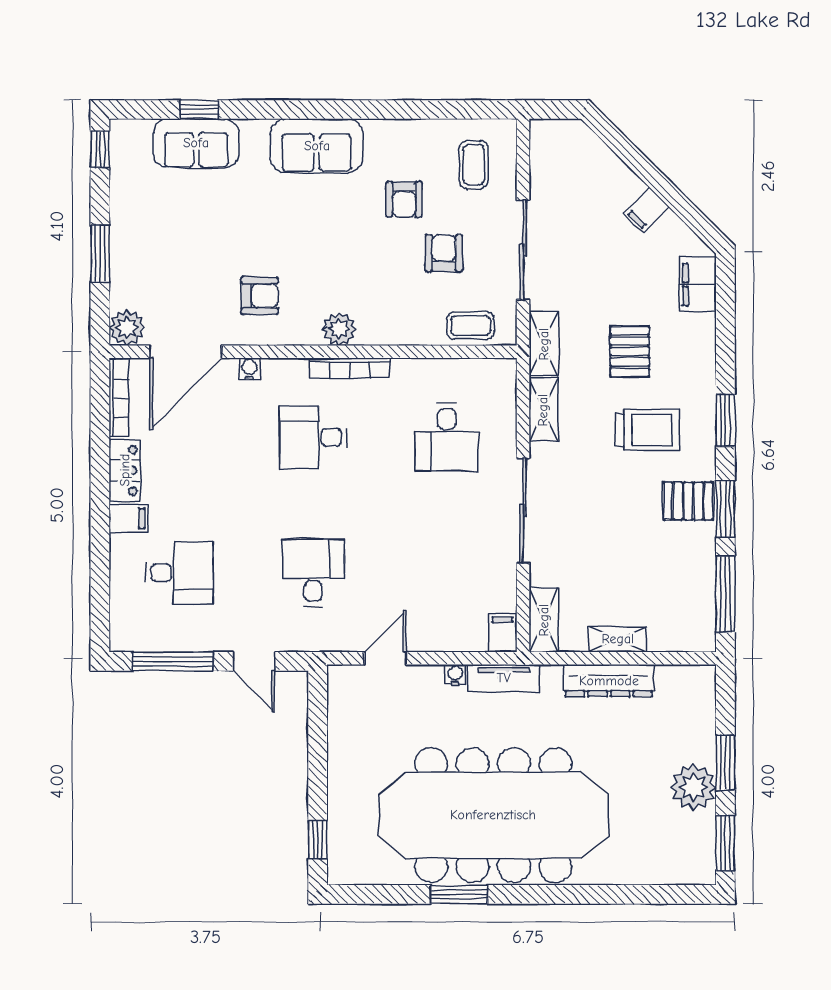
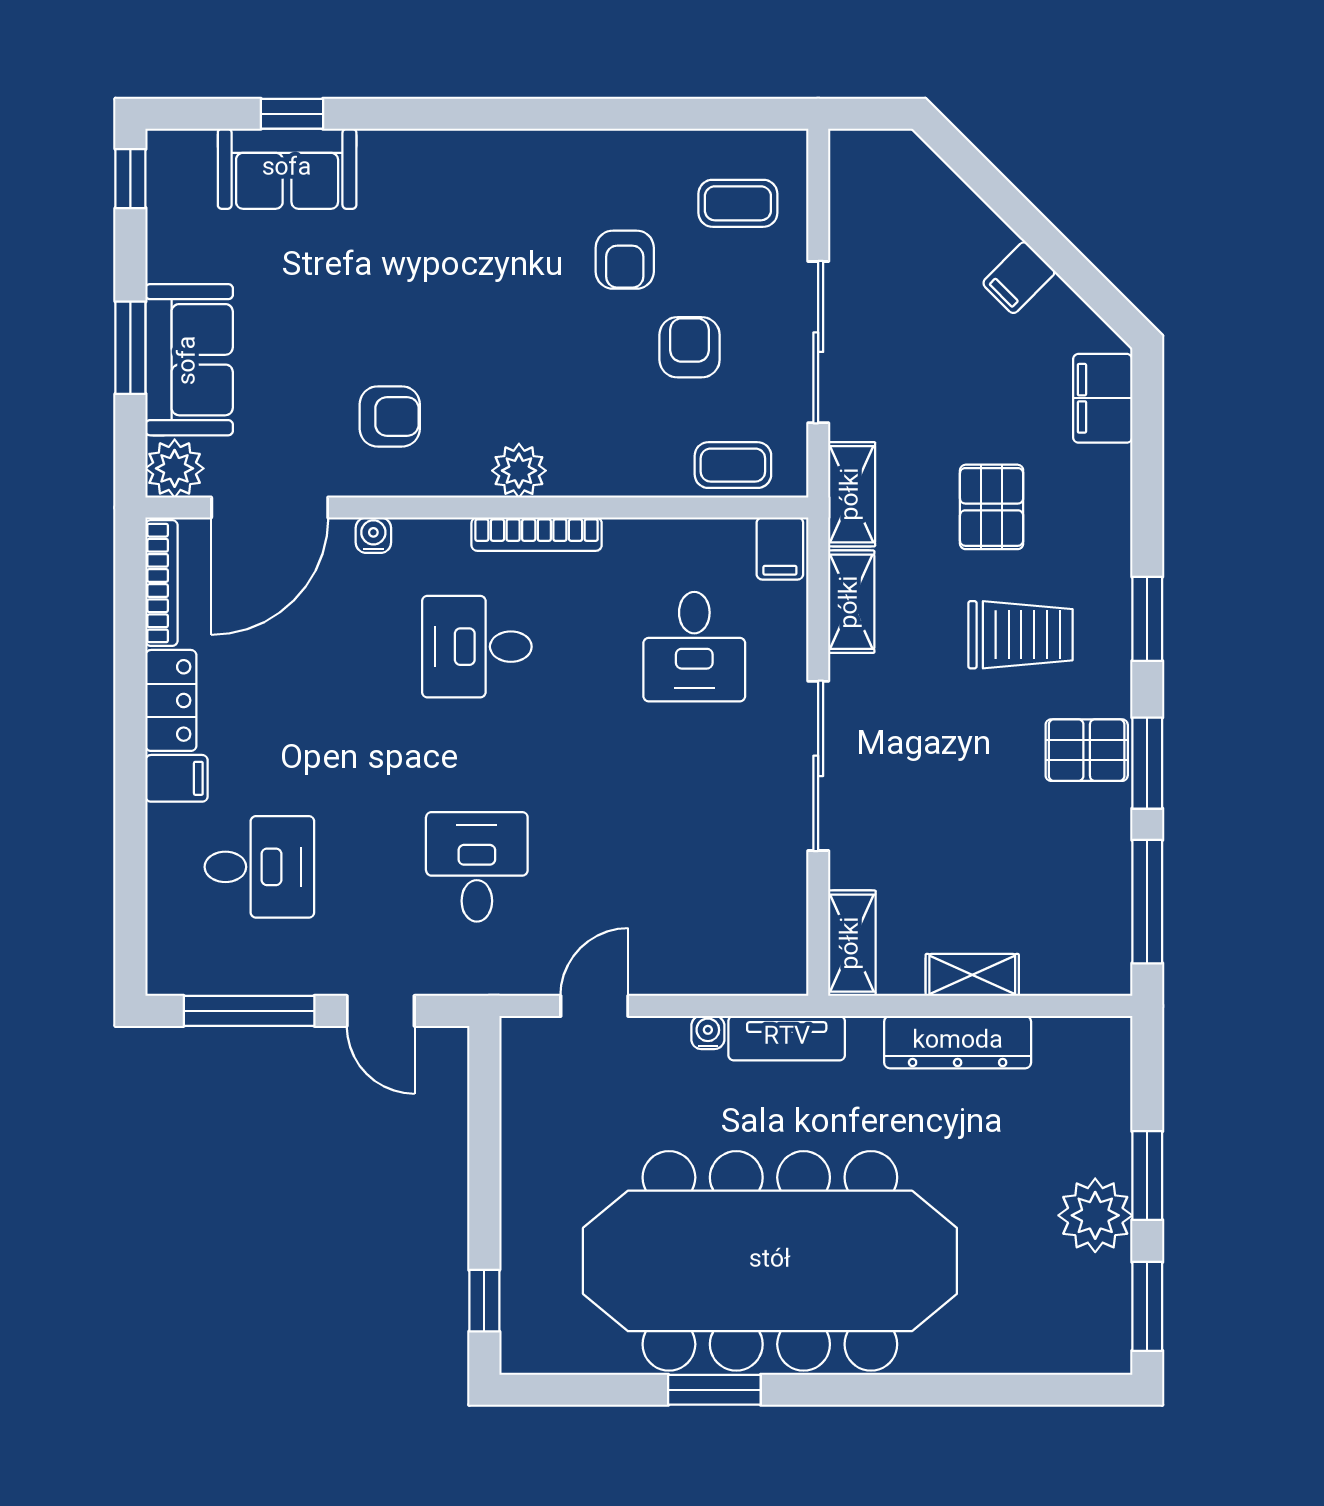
sofa: (317, 146) -> (189, 360), moved, turned -90
coffee table: (474, 165) -> (738, 203), turned 90
filing cabinet: (503, 633) -> (780, 549), moved, turned 180

